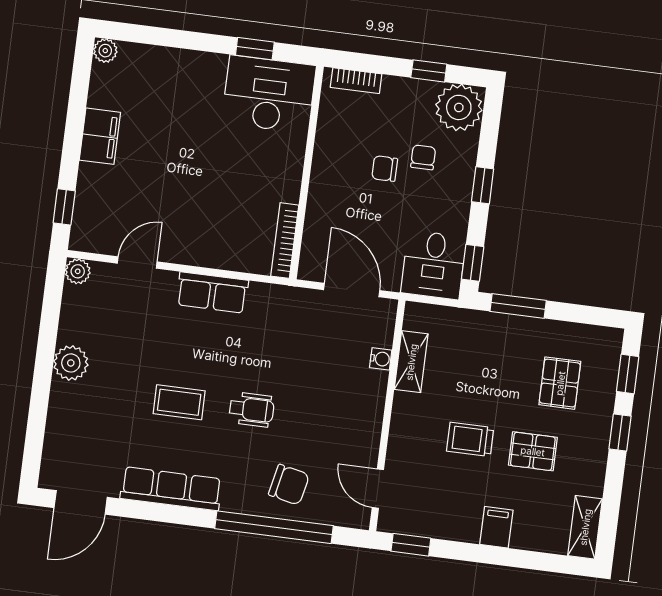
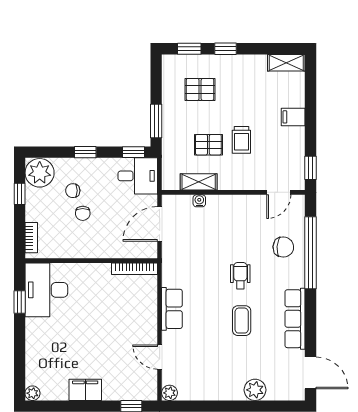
plant: (71, 363) -> (255, 390), moved
pallet: (533, 451) -> (208, 145), moved, turned 90
chair: (289, 485) -> (283, 247), turned 82

